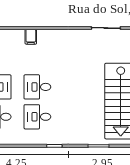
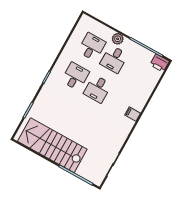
filing cabinet: (31, 37) -> (133, 114), moved
desk: (37, 87) -> (98, 89), turned 180

